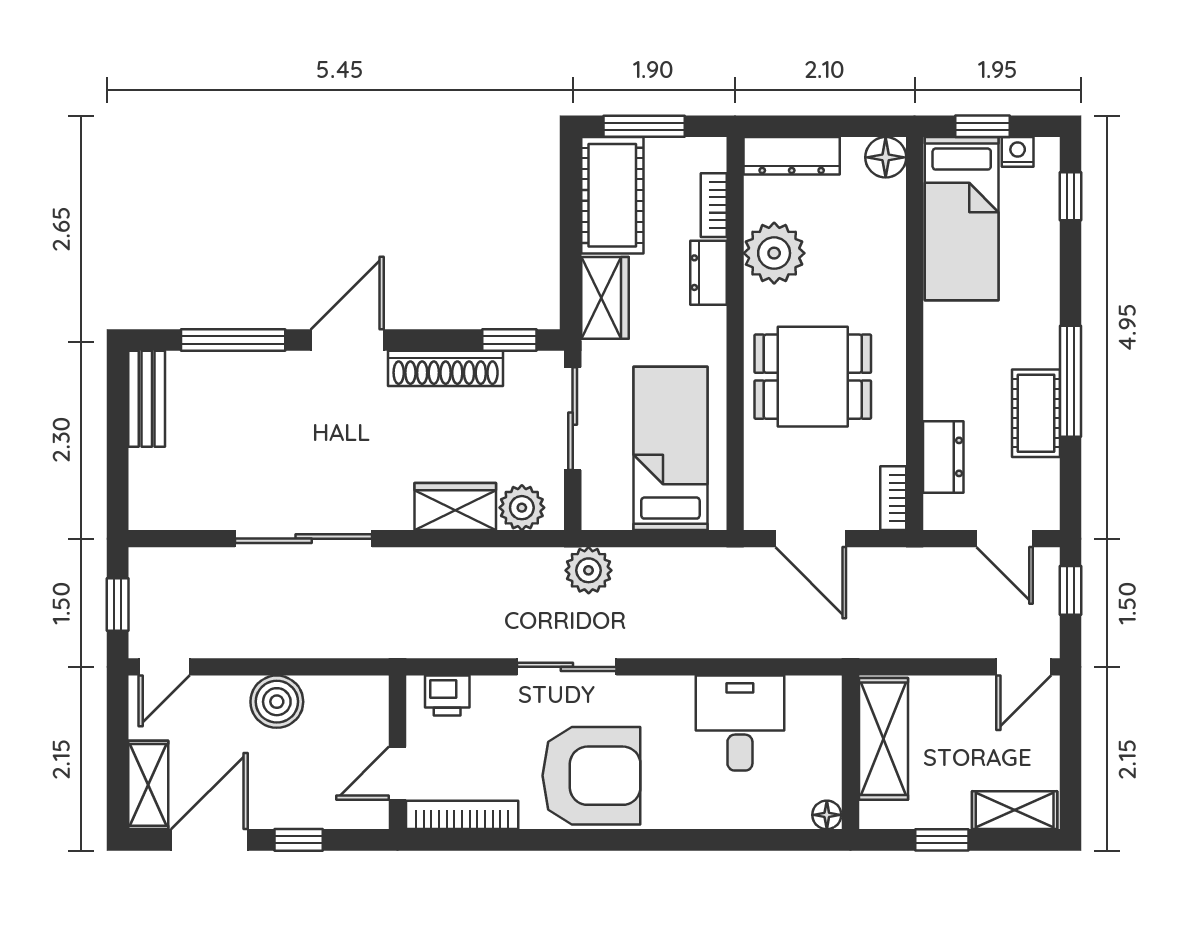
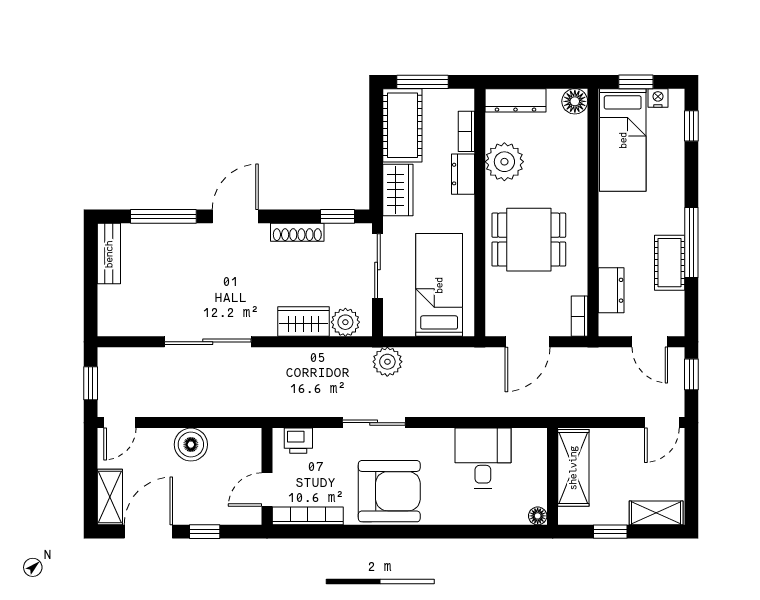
shoe rack: (446, 368) -> (297, 232), width x0.74, depth x0.81
door: (811, 539) -> (528, 342), hinge flipped

